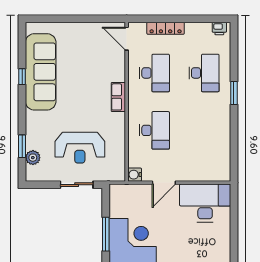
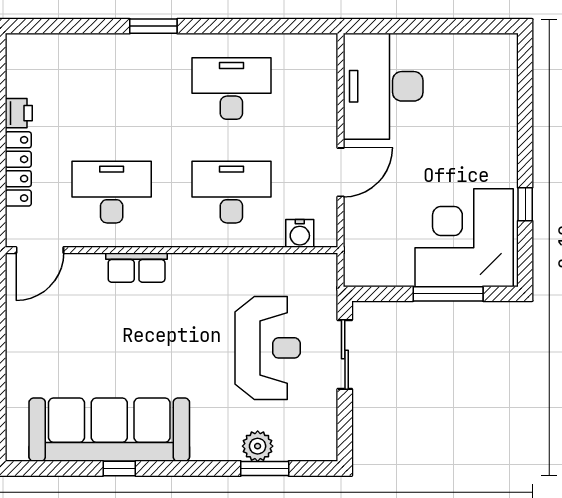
printer: (219, 29) -> (19, 113), moved
desk: (204, 73) -> (231, 88), moved
row of seats: (118, 97) -> (137, 268), moved
plant: (33, 158) -> (258, 446), moved
water cooler: (135, 175) -> (300, 233), moved
door: (164, 183) -> (341, 172), hinge flipped

